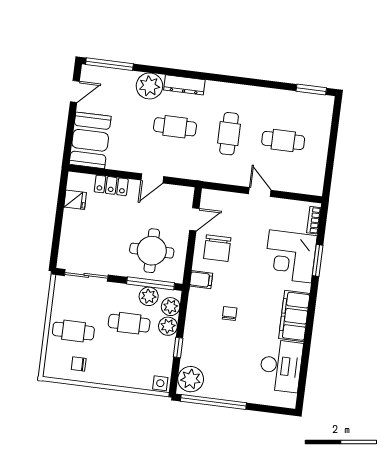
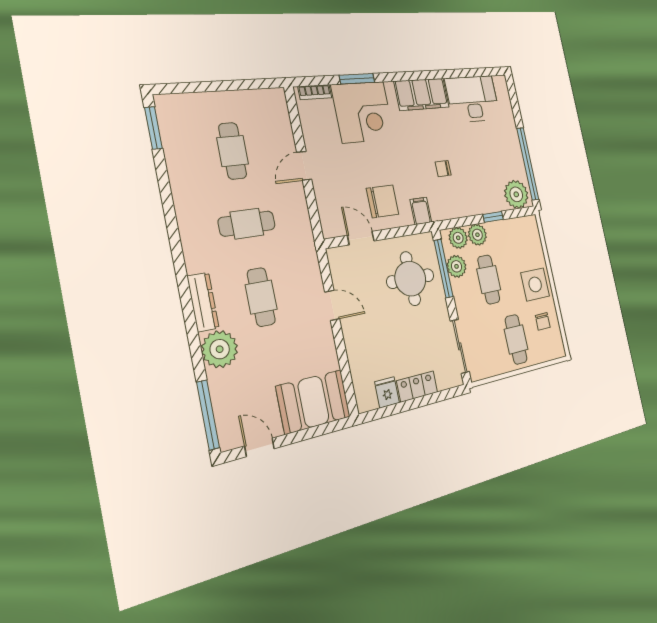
locker: (111, 185) -> (417, 387), moved, turned -90
side table: (160, 383) -> (535, 284), moved, width x1.87, depth x1.87

